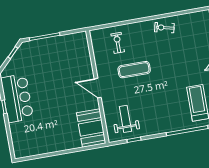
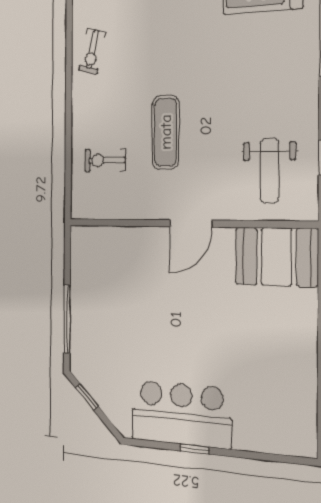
weight bench: (125, 119) -> (269, 171), turned -90

